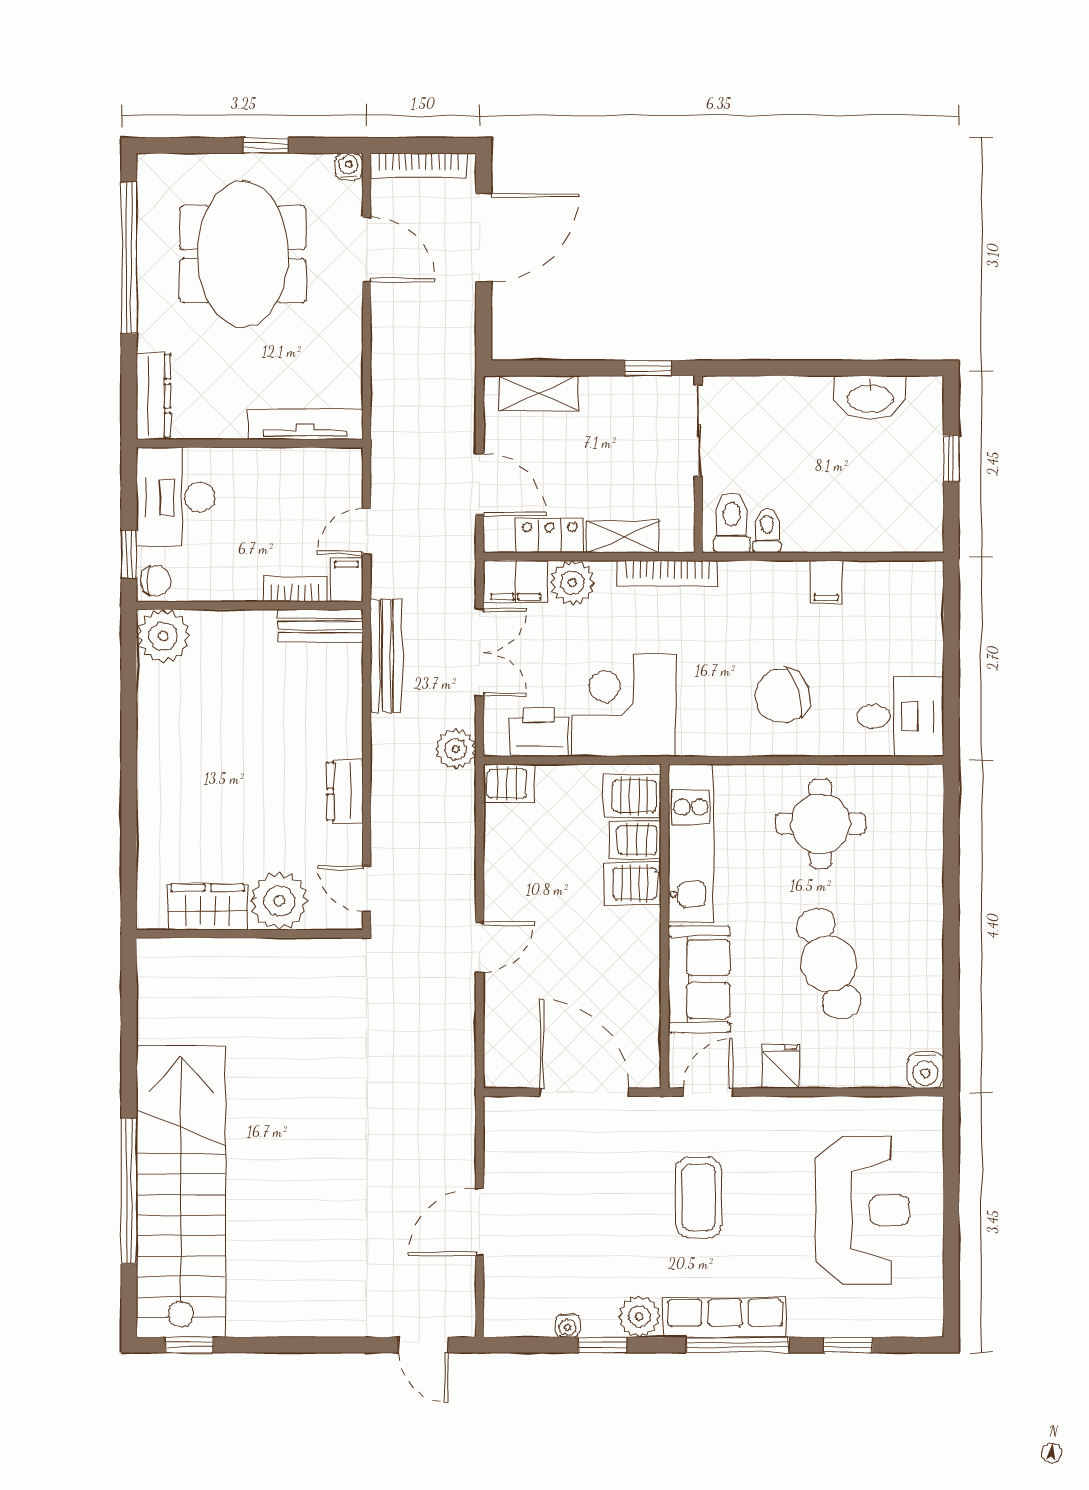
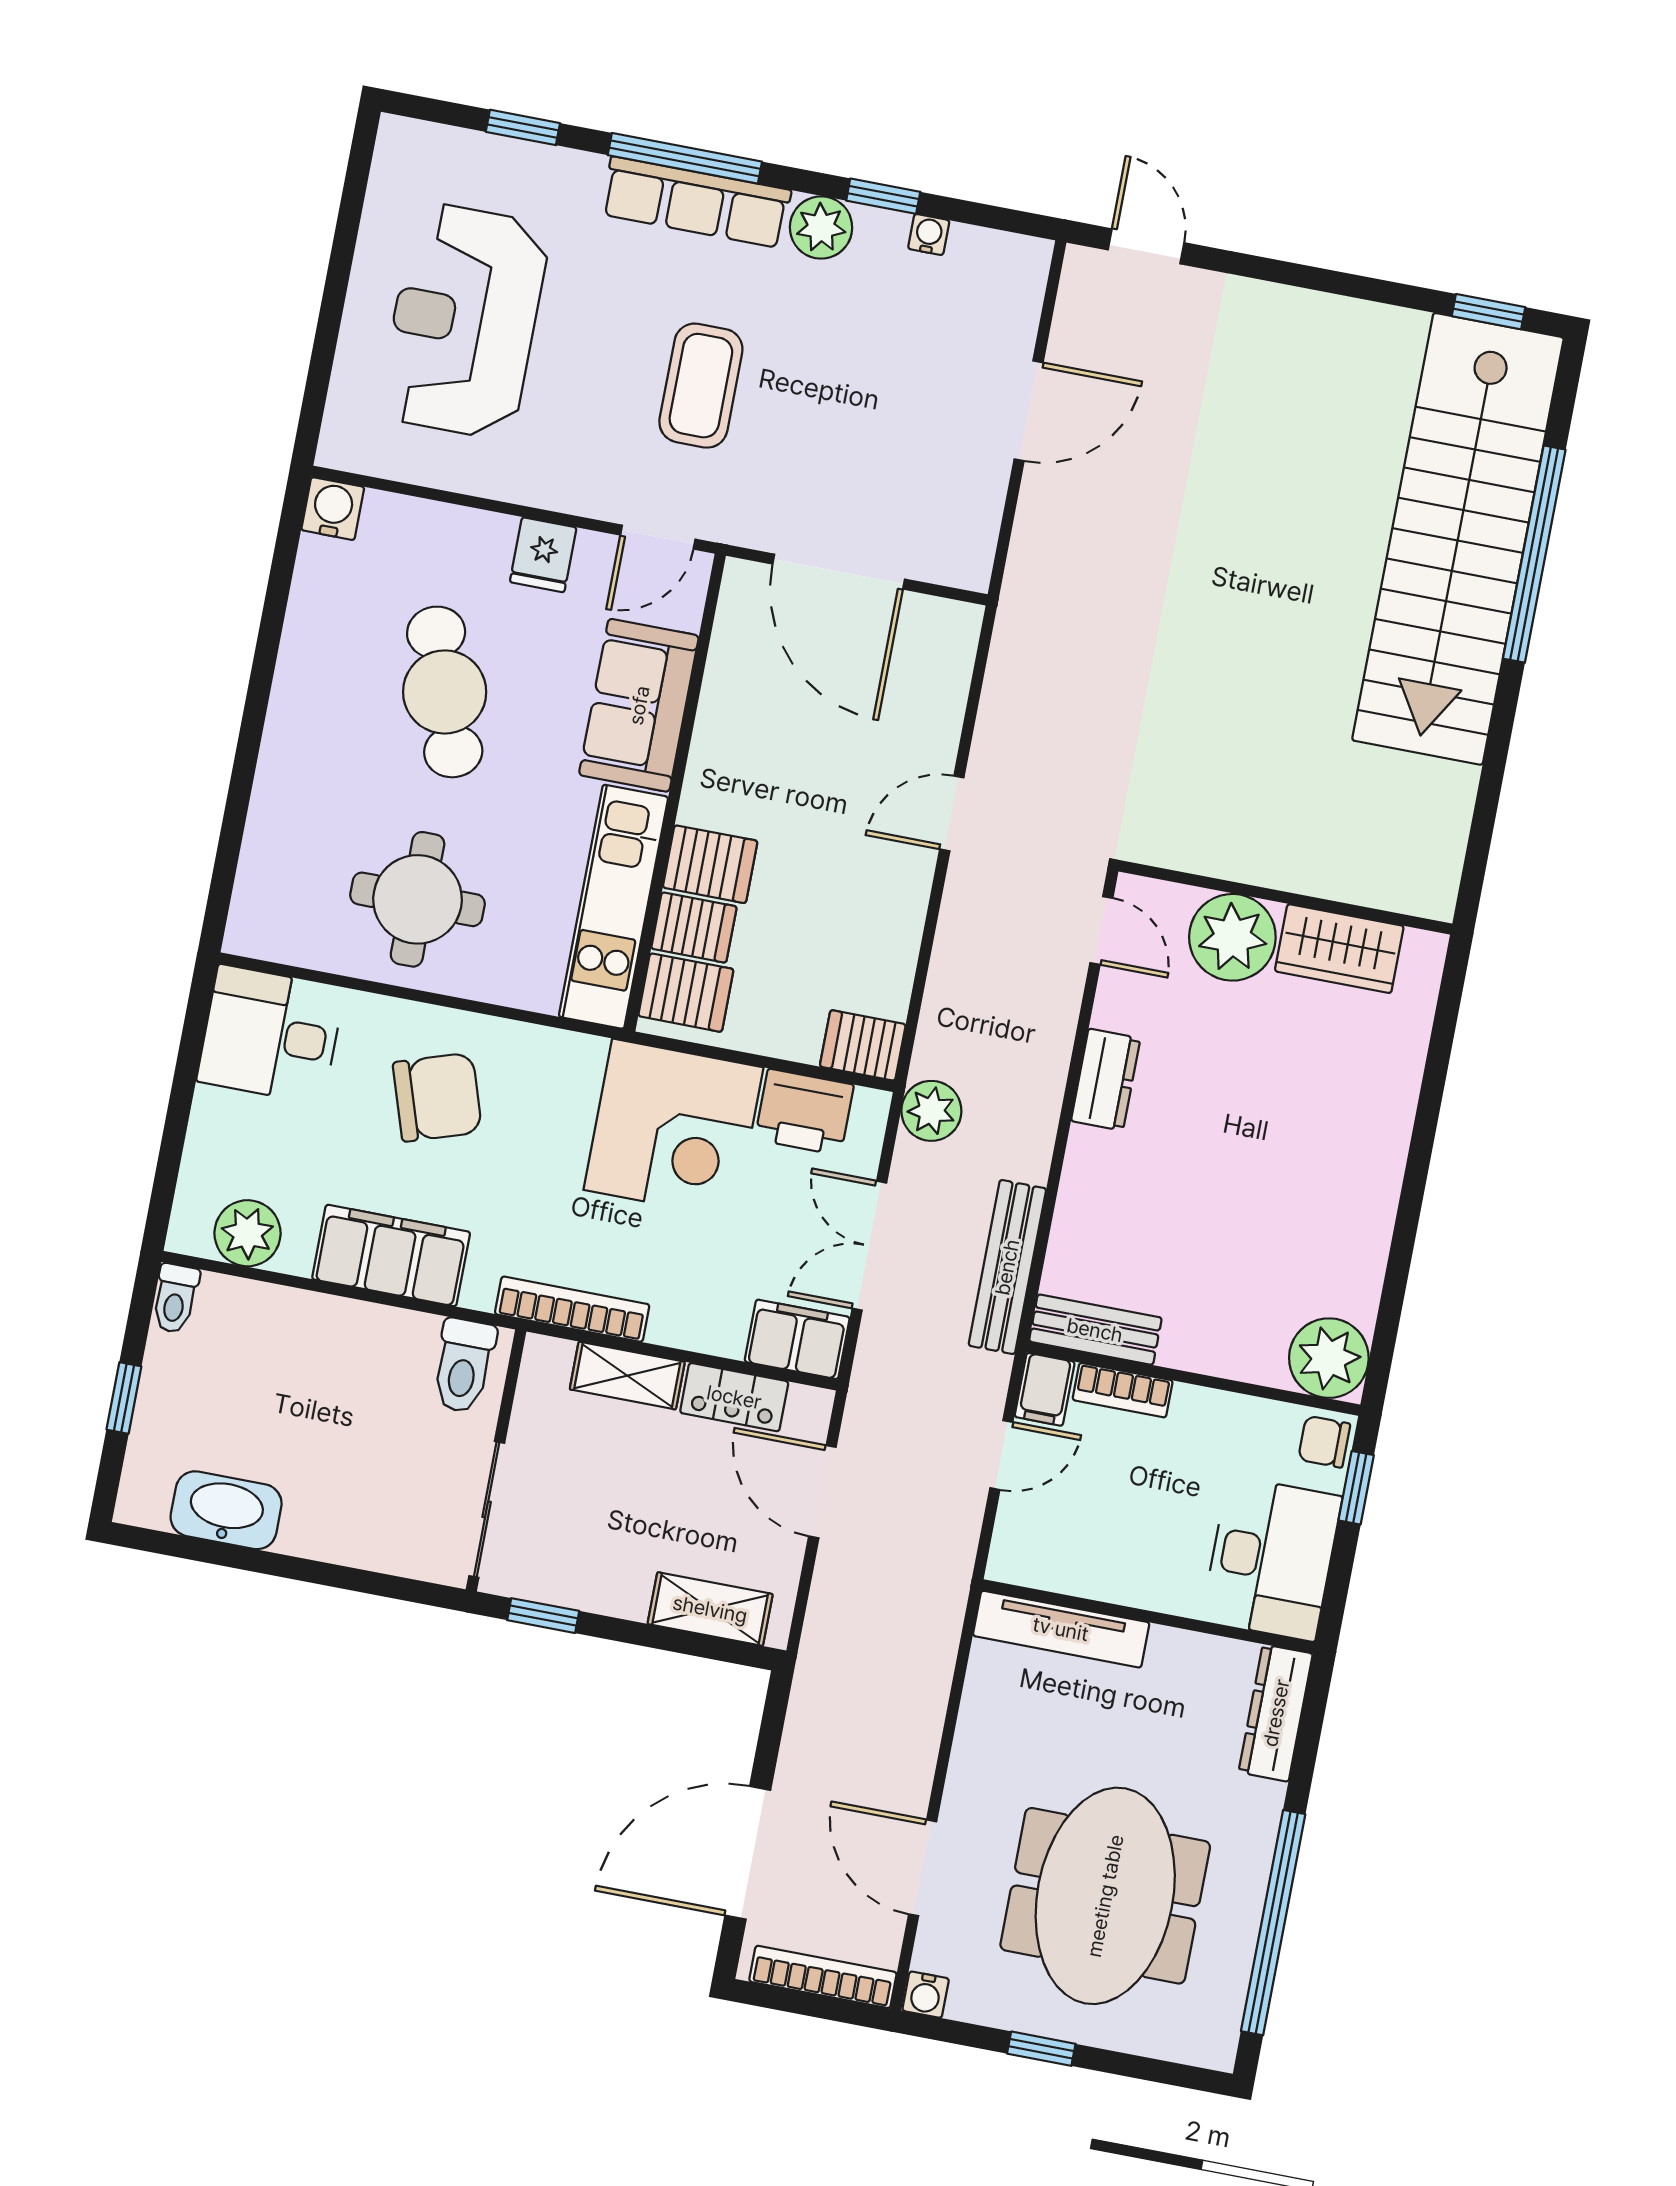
toilet: (767, 531) -> (175, 1298), moved
filing cabinet: (826, 582) -> (391, 1256), width x3.00, depth x1.17
plant: (573, 583) -> (248, 1233), moved

